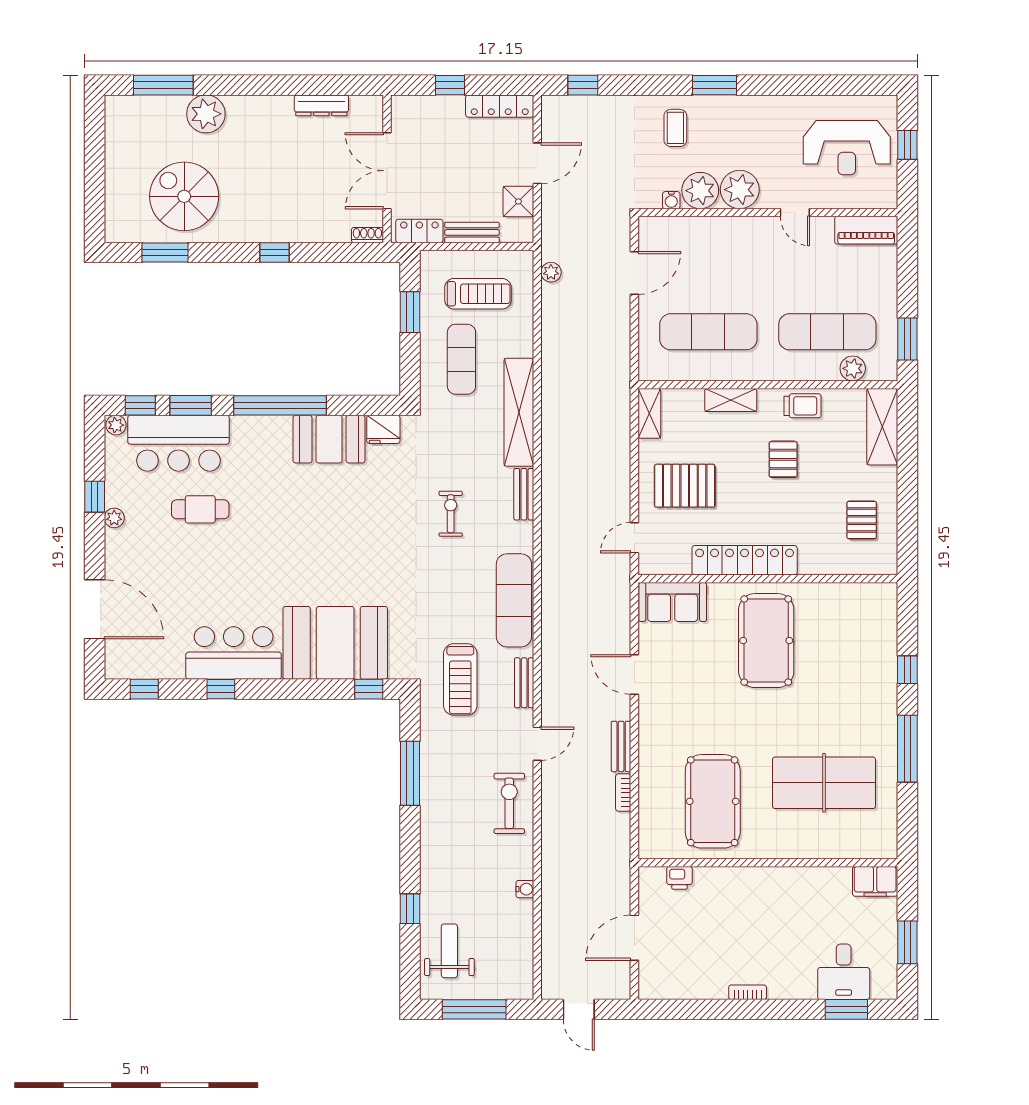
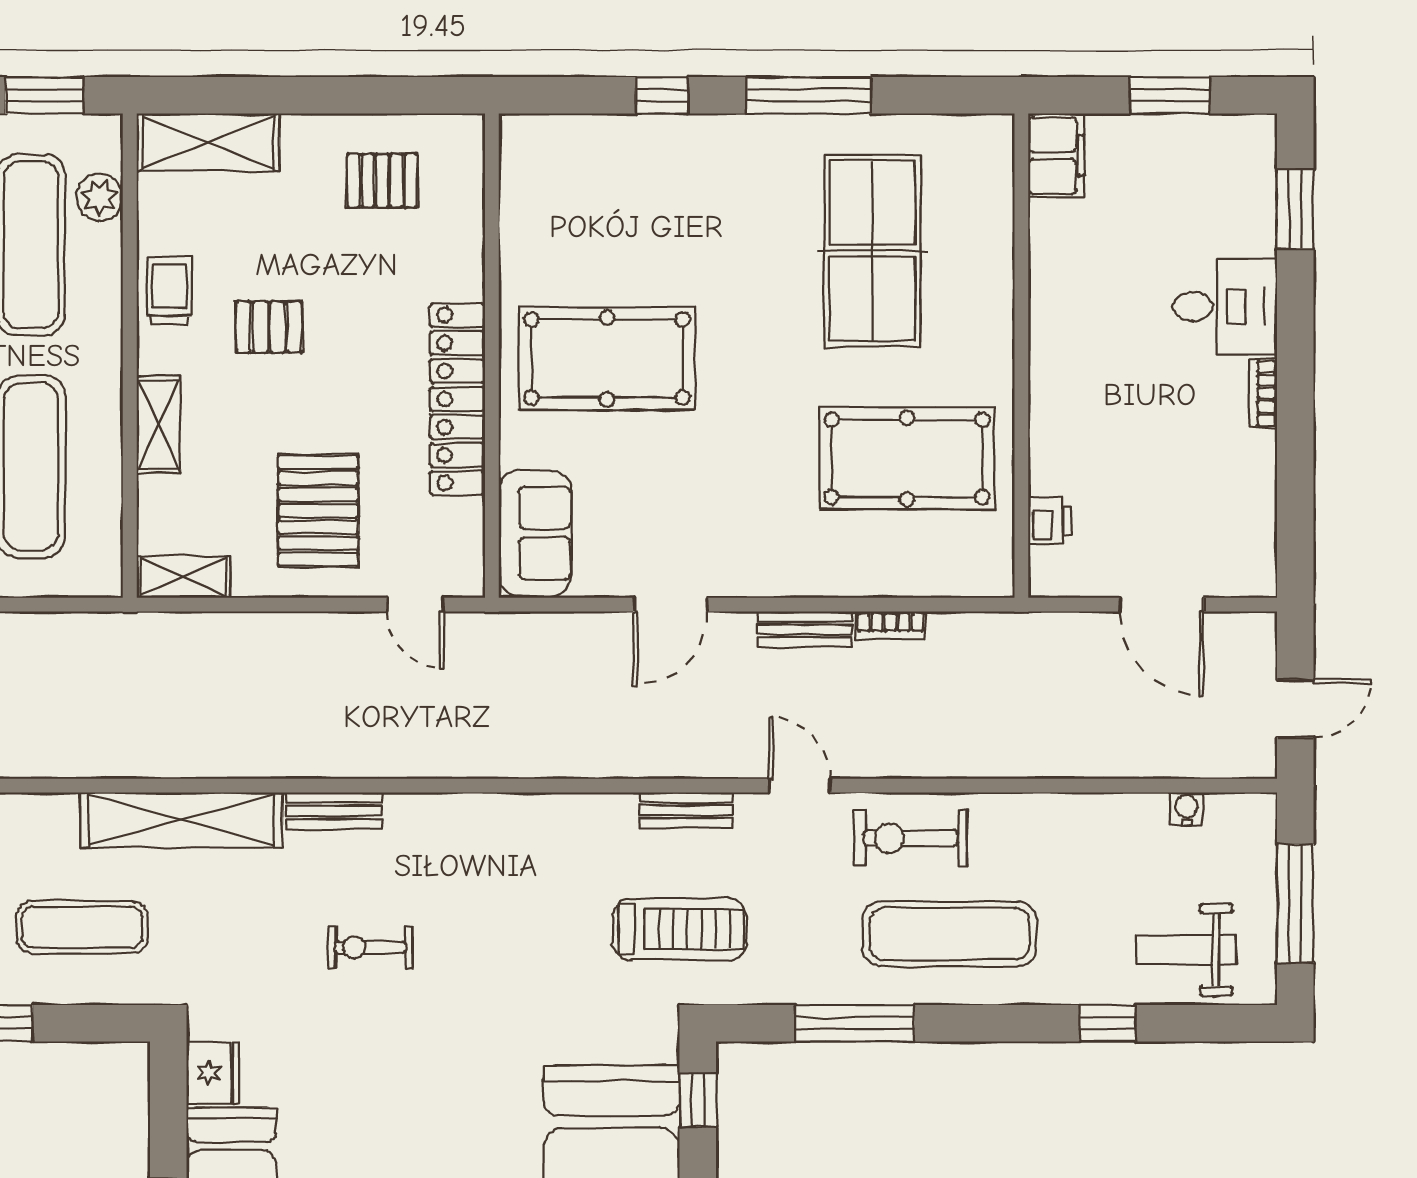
exercise mat: (514, 600) -> (949, 934), moved
water cooler: (525, 889) -> (1186, 809), moved
desk: (844, 972) -> (1225, 307), moved

